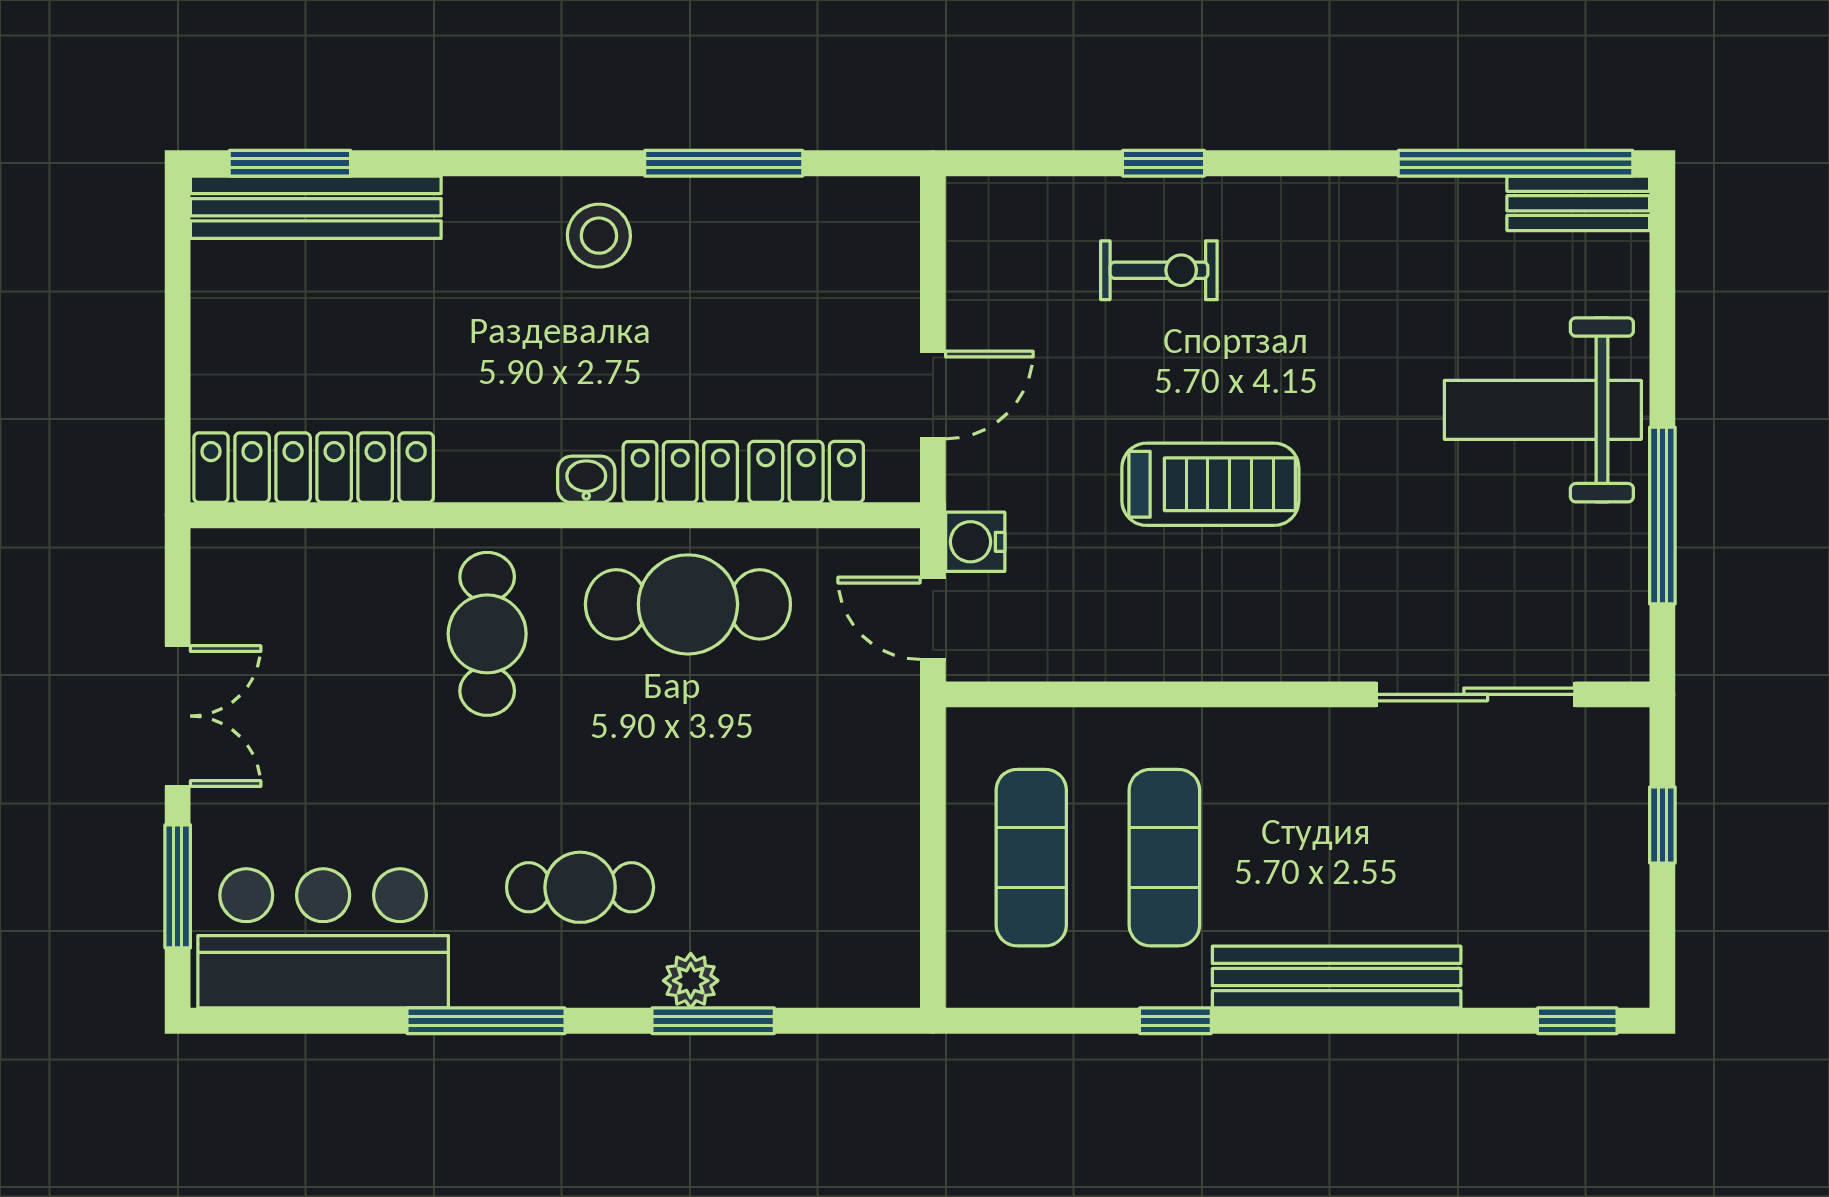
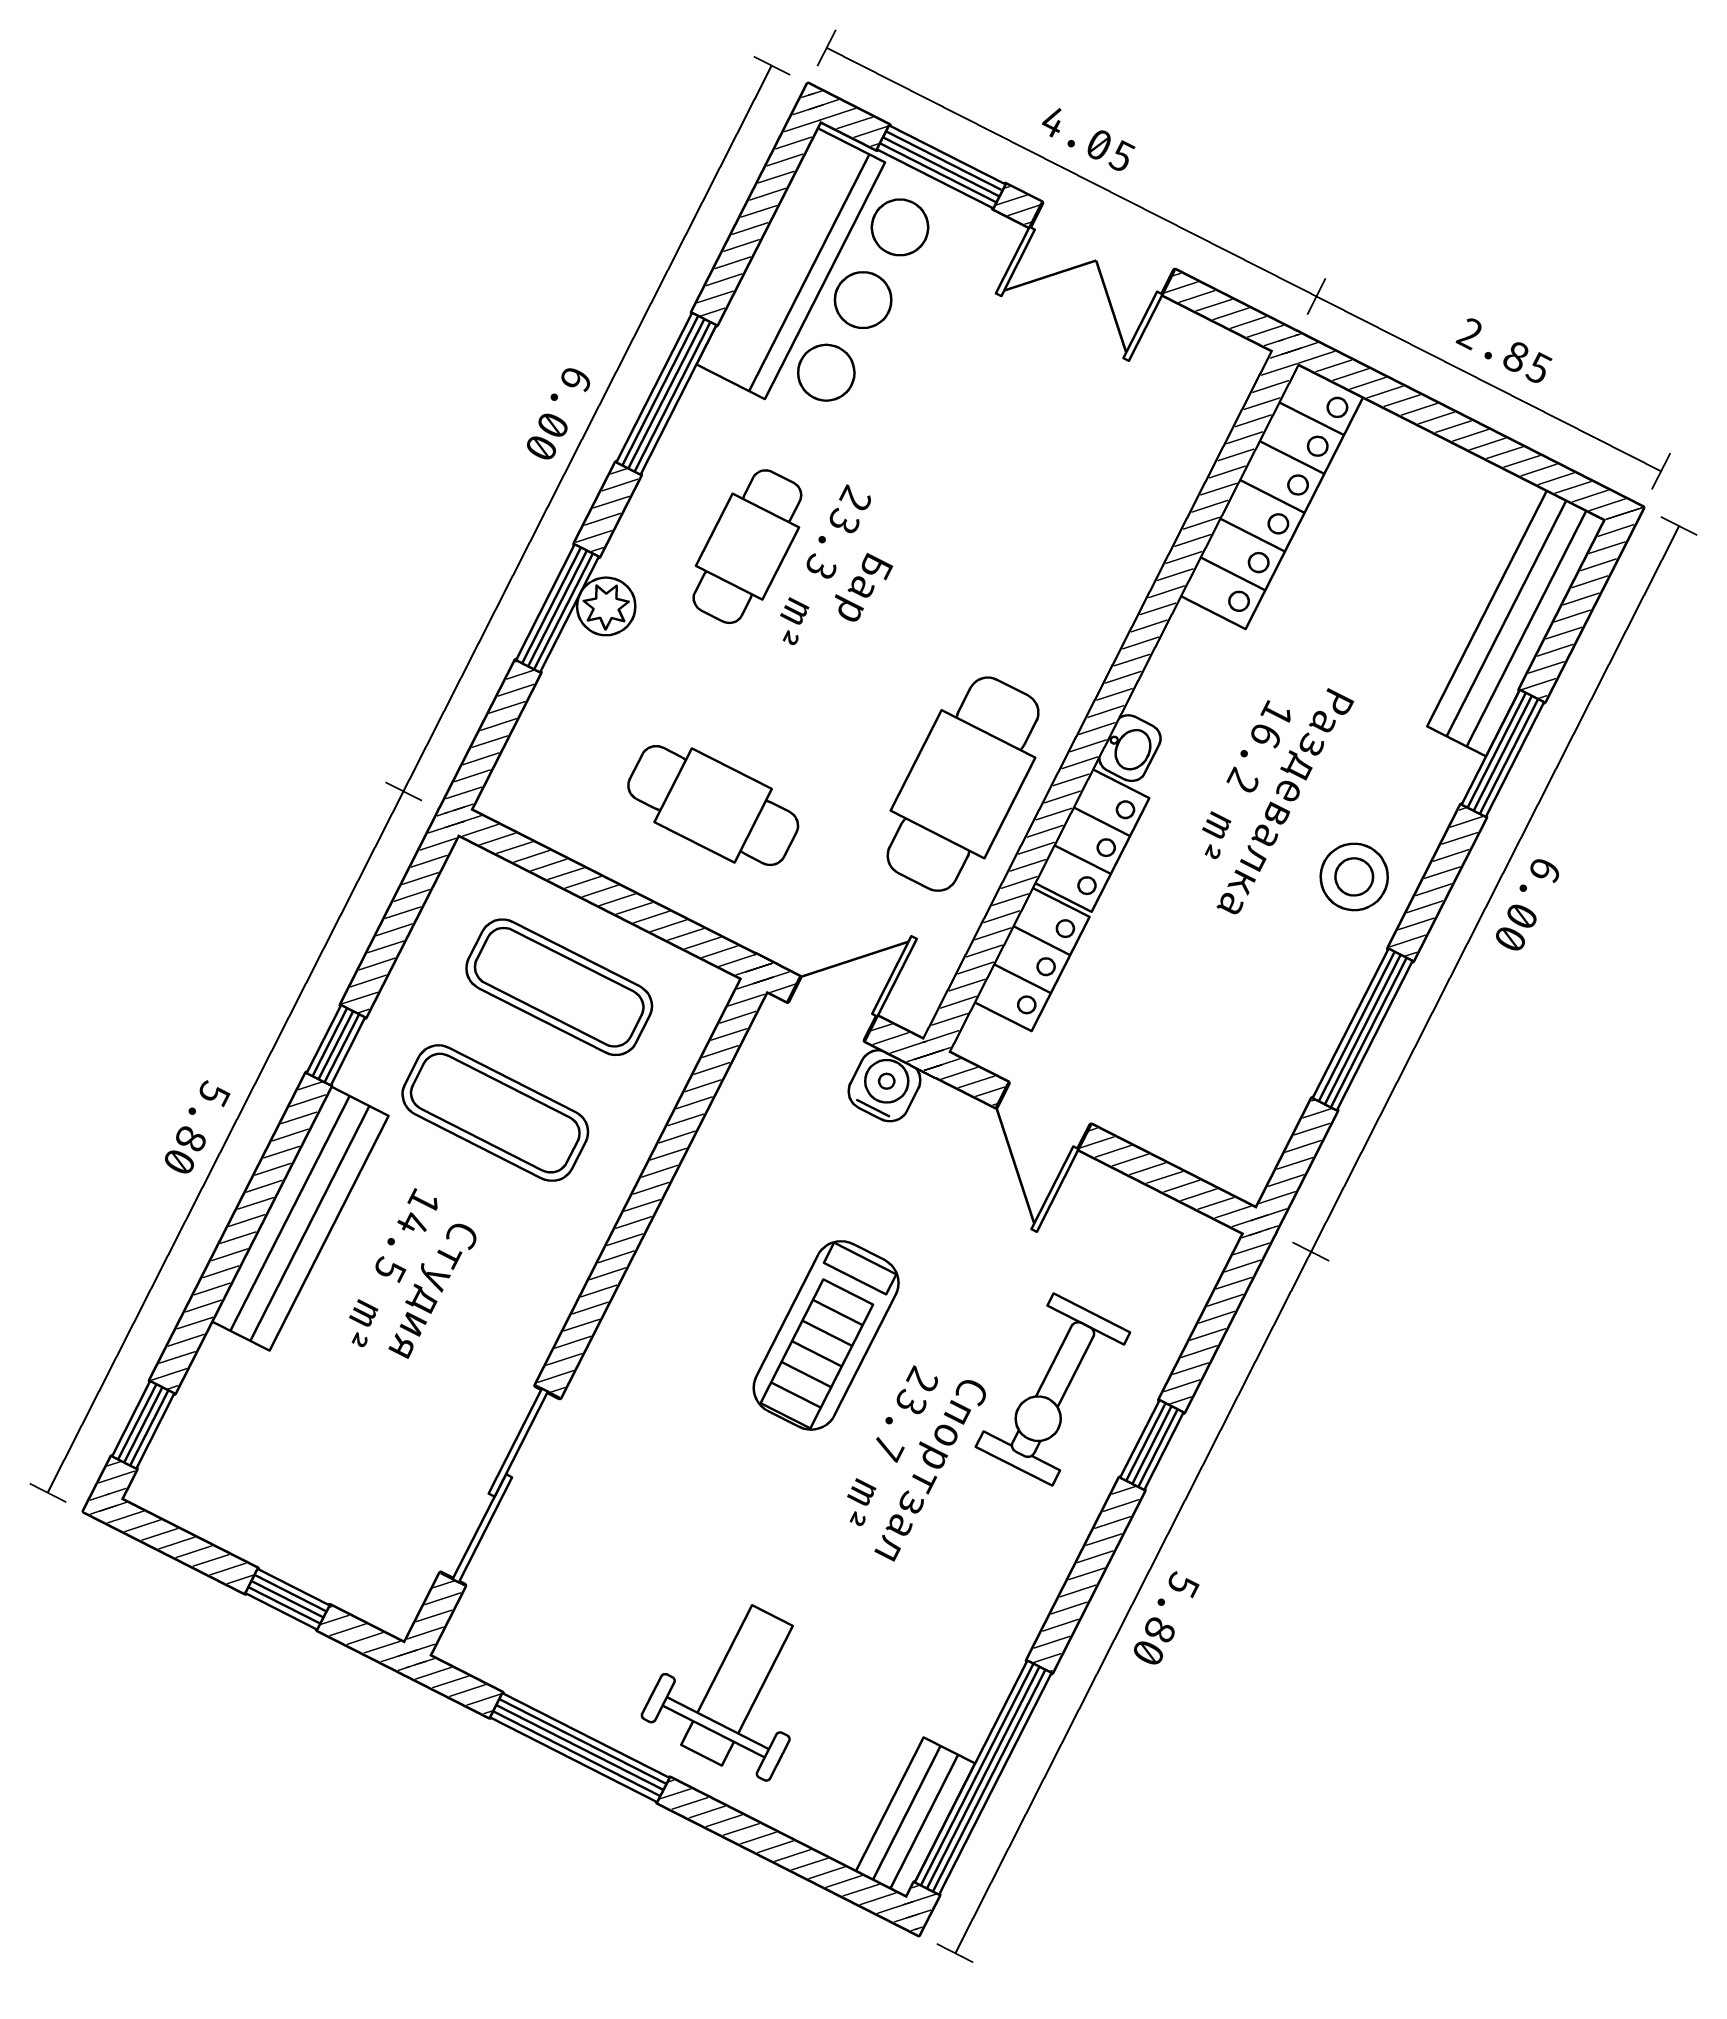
window: (290, 163) -> (1503, 753), moved
exercise bike: (1159, 270) -> (1053, 1390), width x1.38, depth x1.39
weight bench: (1543, 410) -> (737, 1685), width x0.73, depth x0.75
cafe table: (487, 634) -> (713, 806), moved

